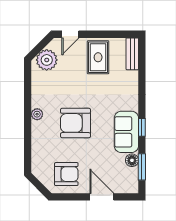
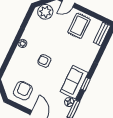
armchair: (75, 123) -> (44, 61), width x0.53, depth x0.53
armchair: (66, 174) -> (23, 91), turned -90

